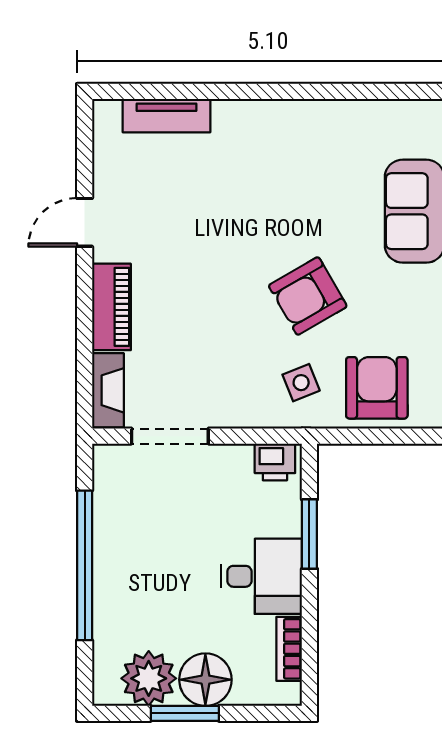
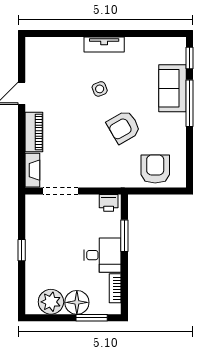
tv unit: (167, 116) -> (104, 45), moved
side table: (301, 383) -> (100, 89), moved
window: (85, 565) -> (22, 250), width x0.32
window: (185, 713) -> (92, 318), moved

